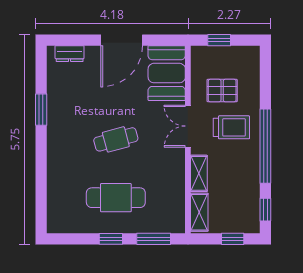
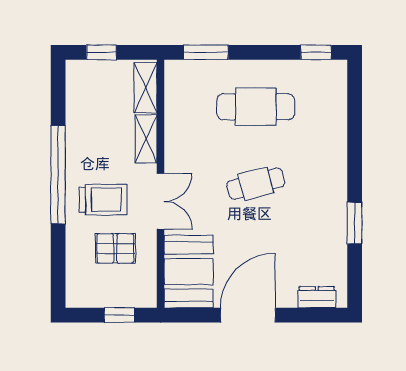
trolley: (231, 127) -> (103, 200), turned 180
window: (265, 210) -> (58, 91), removed
window: (111, 239) -> (316, 52), moved

